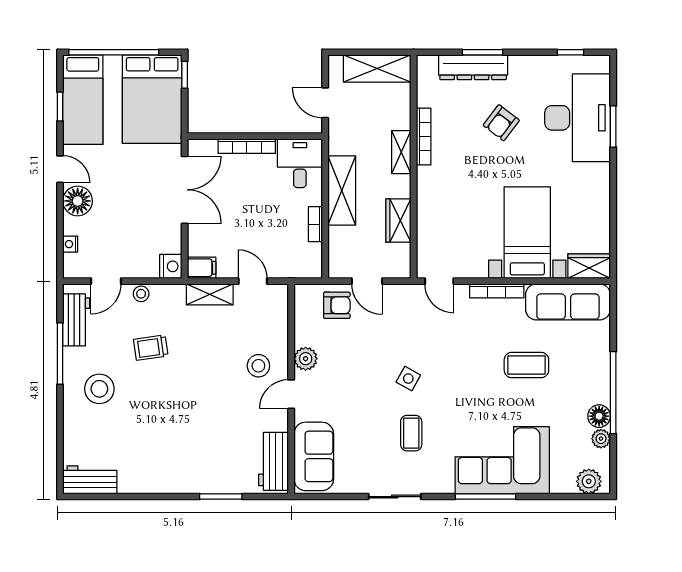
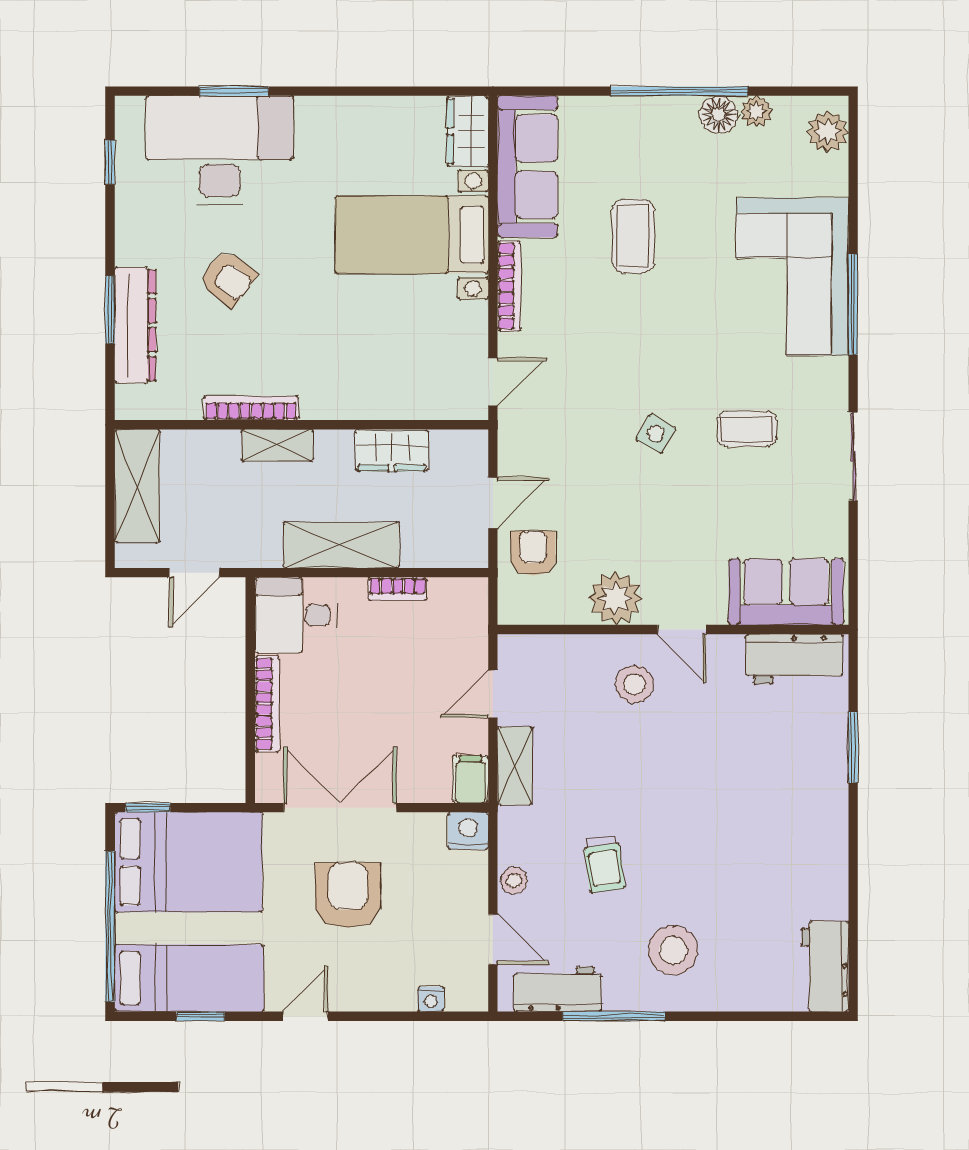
armchair: (132, 194) -> (348, 895), added
floor lamp: (78, 201) -> (359, 987), removed
plant: (306, 359) -> (615, 598), width x1.36, depth x1.36

